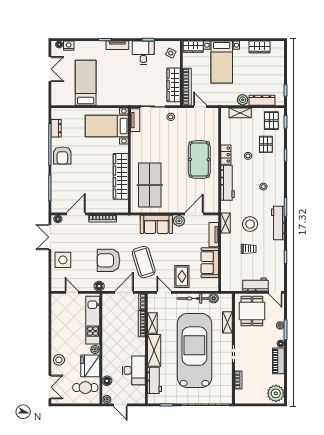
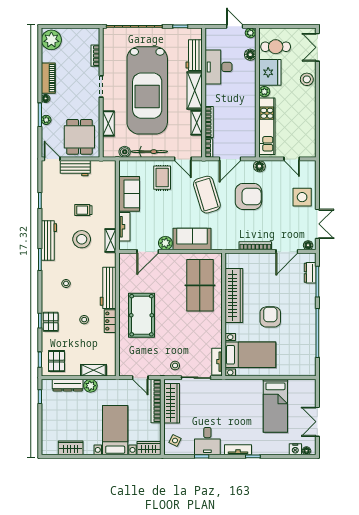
dresser: (56, 128) -> (310, 273), moved
pallet: (266, 144) -> (51, 322), moved
armchair: (62, 155) -> (270, 317), moved

